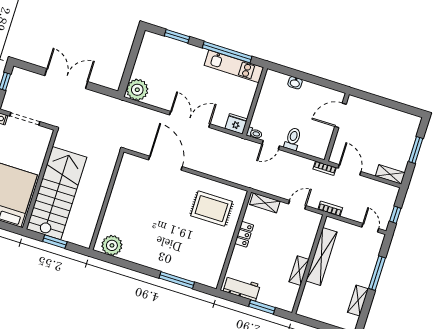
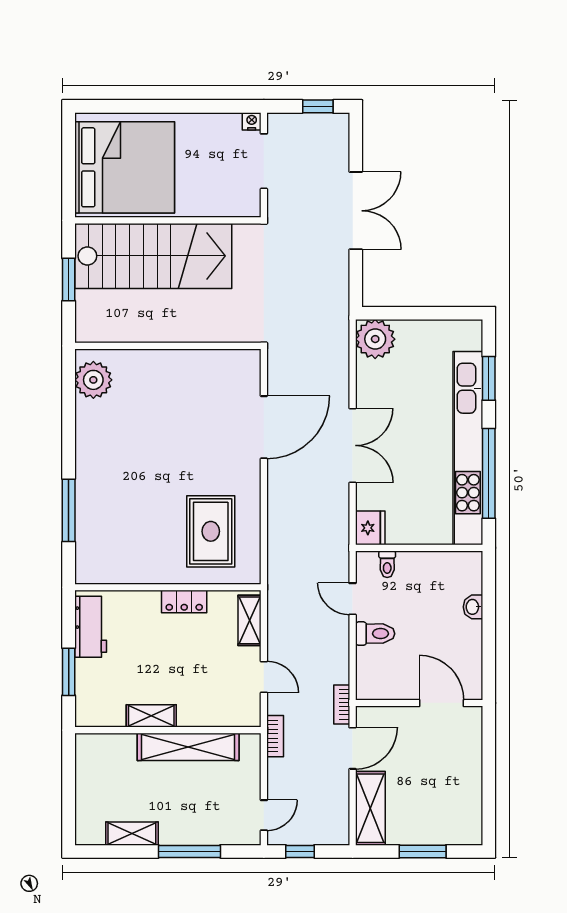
kitchen unit: (234, 66) -> (468, 448), width x1.86
toilet: (254, 133) -> (387, 564), moved
shelving: (390, 174) -> (370, 808), width x1.50, depth x1.33

